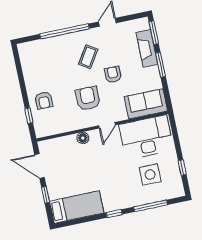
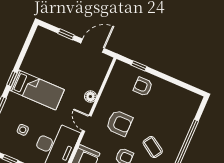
side table: (150, 175) -> (23, 130), width x0.54, depth x0.54
bed: (77, 207) -> (37, 90), moved, turned -90

